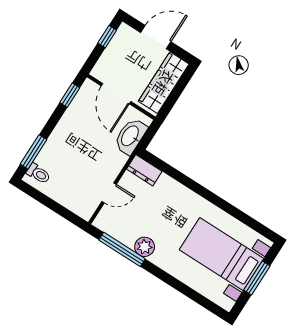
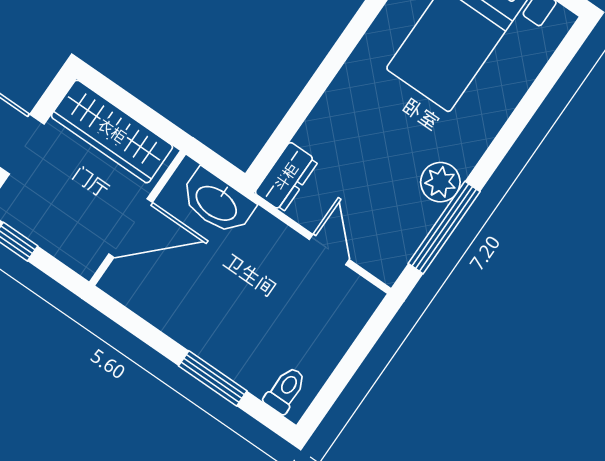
window: (70, 95) -> (130, 321), removed
window: (34, 152) -> (213, 378), moved

